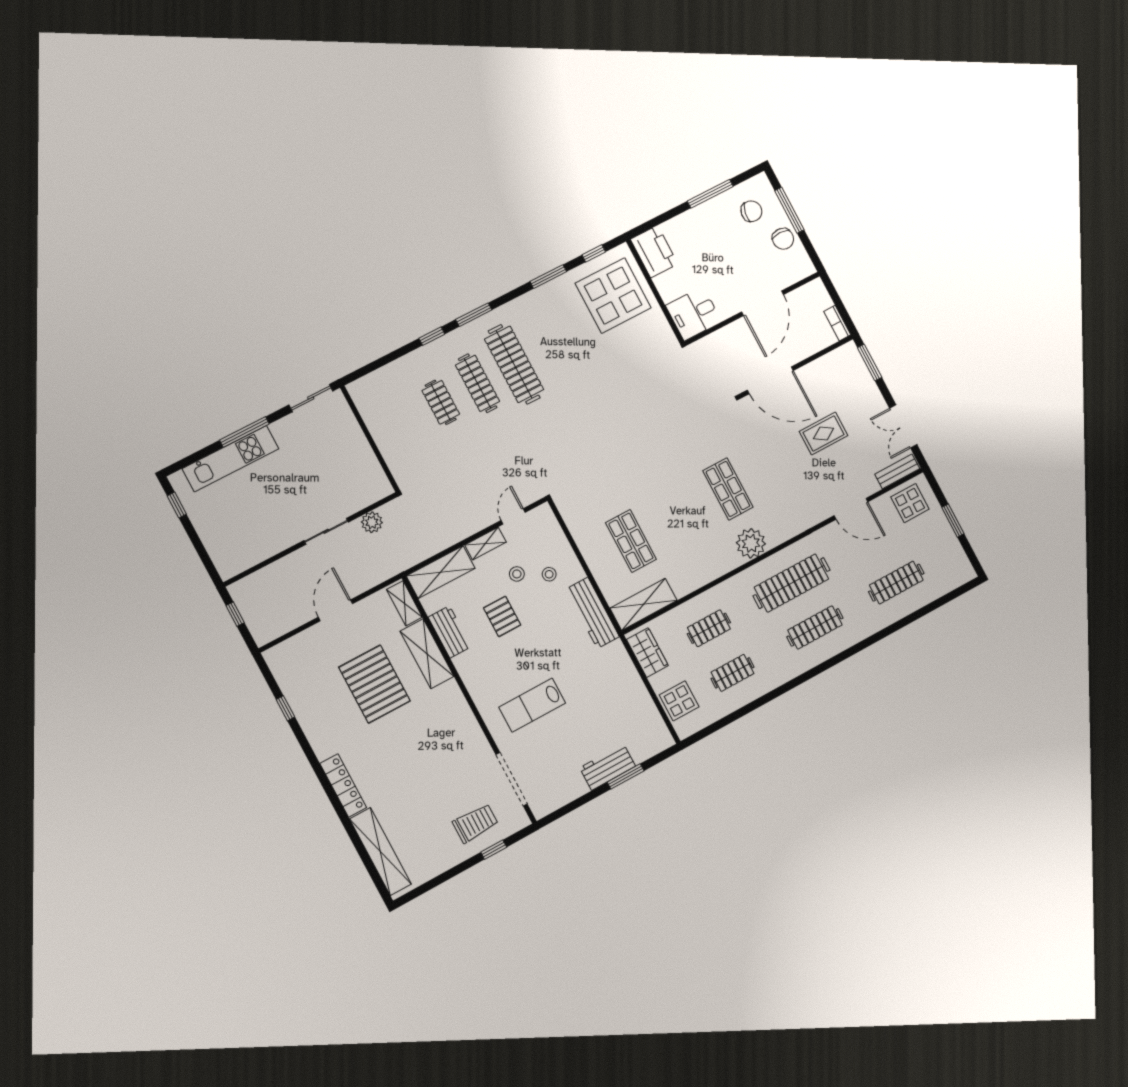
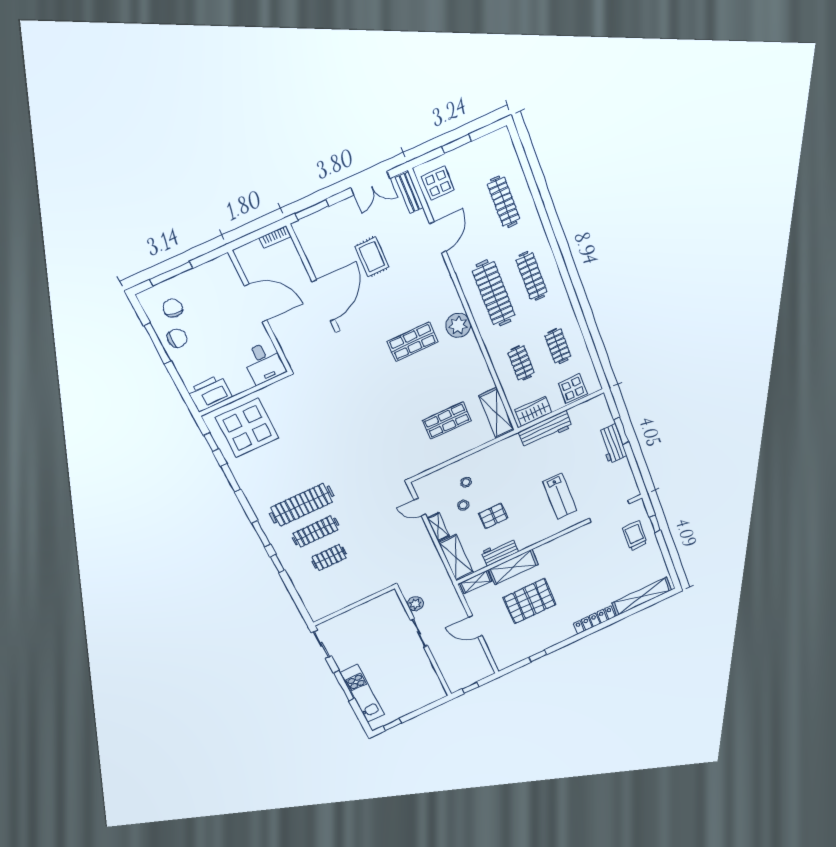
chair: (783, 239) -> (177, 338), moved
workbench: (593, 613) -> (545, 429), moved

